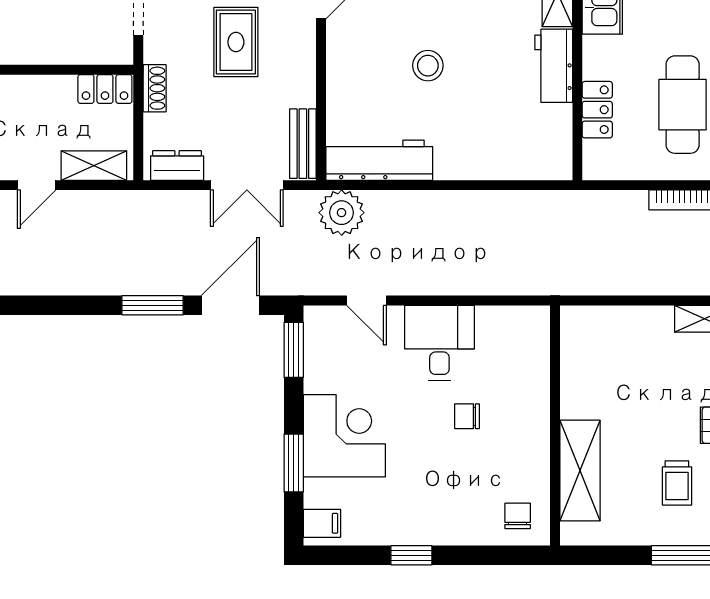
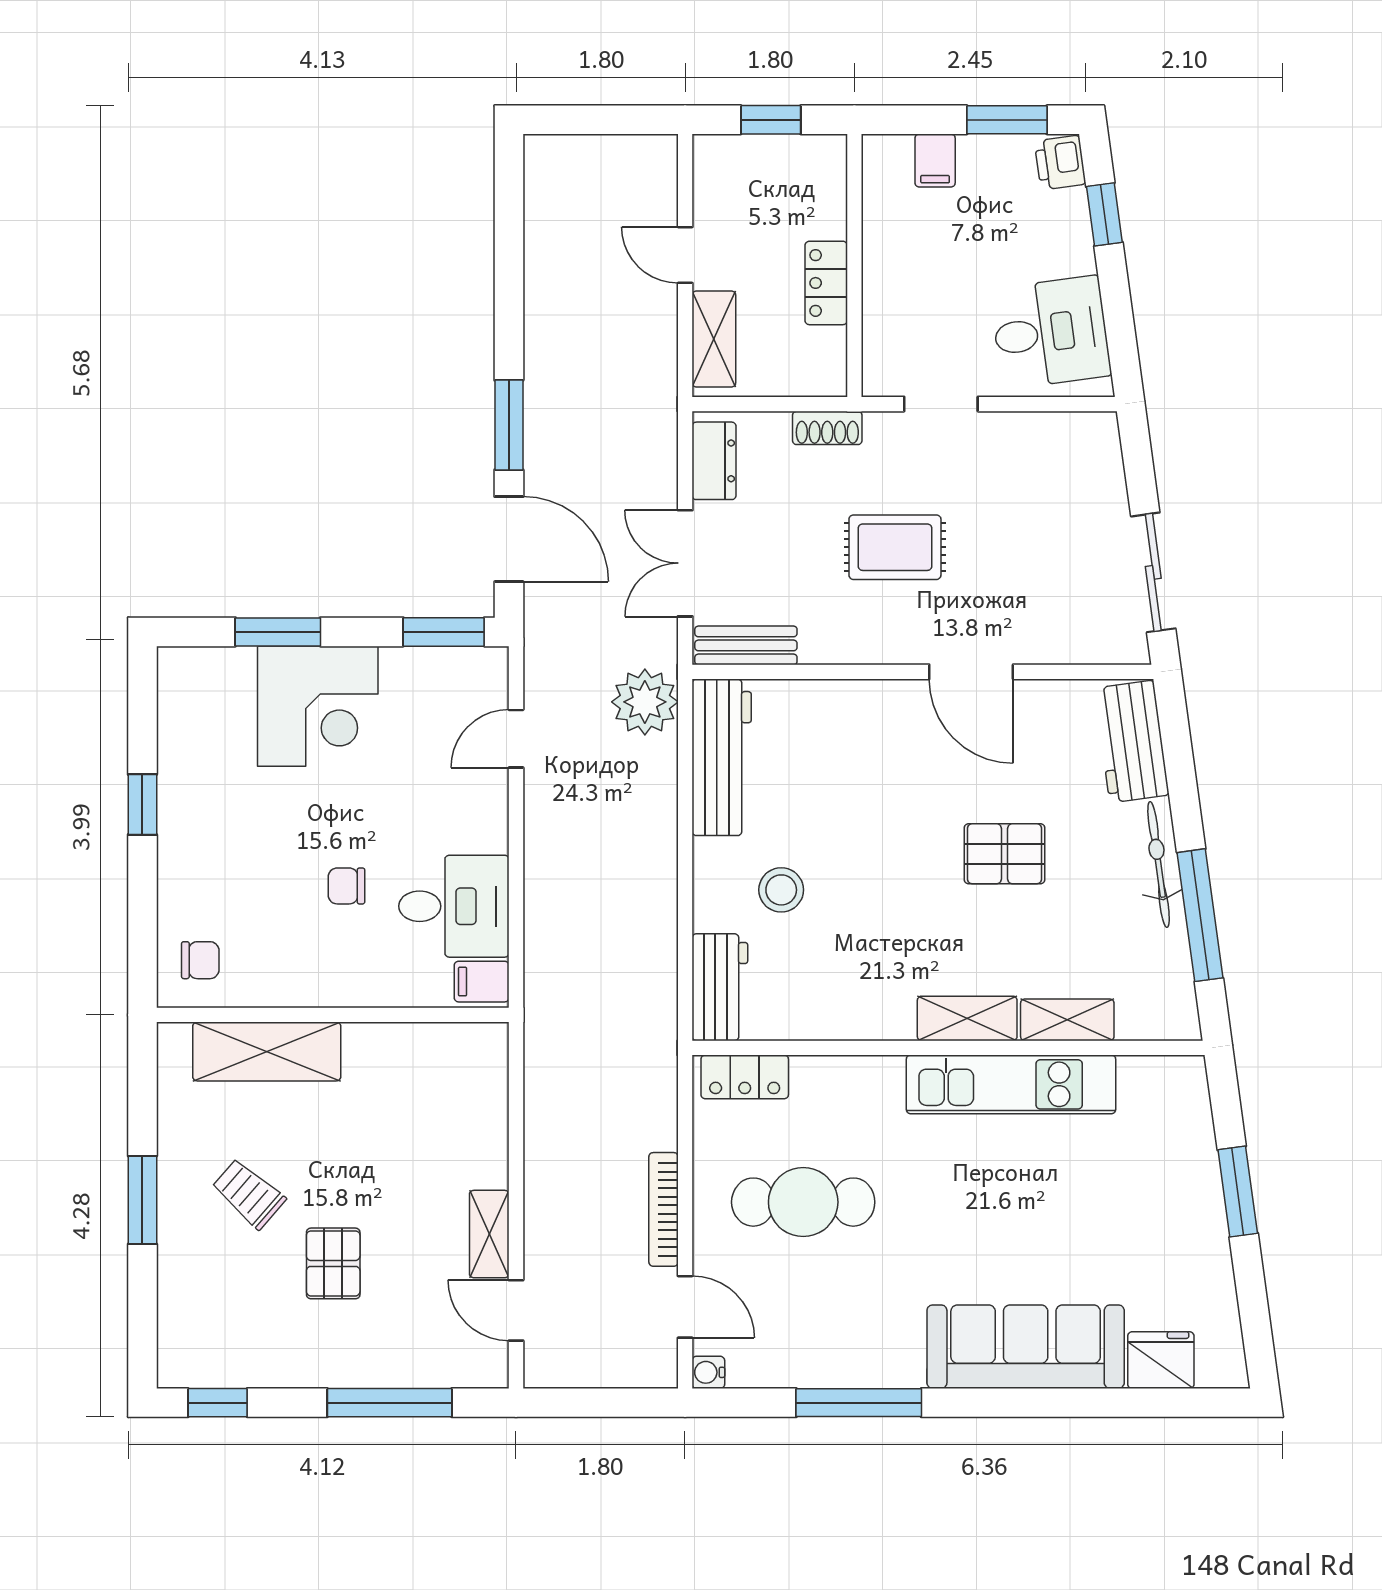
stool: (428, 66) -> (781, 890), moved
workbench: (554, 66) -> (720, 987), moved, turned 90
locker: (105, 89) -> (826, 283), moved
locker: (597, 110) -> (745, 1077), moved
desk: (439, 343) -> (454, 906), moved
chair: (467, 416) -> (346, 886), turned -90
trolley: (677, 483) -> (249, 1194), turned 41
filing cabinet: (322, 523) -> (482, 982), moved, turned 90

